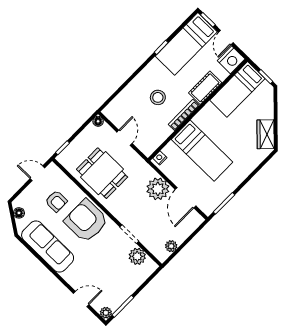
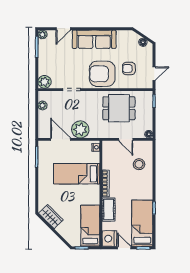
stool: (158, 97) -> (139, 164), moved
armchair: (86, 221) -> (102, 74), turned 180
sofa: (48, 247) -> (94, 39), moved
plant: (137, 256) -> (44, 82), moved

